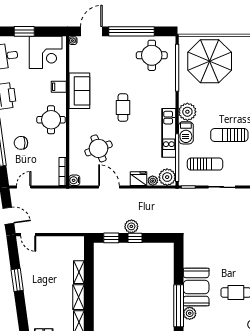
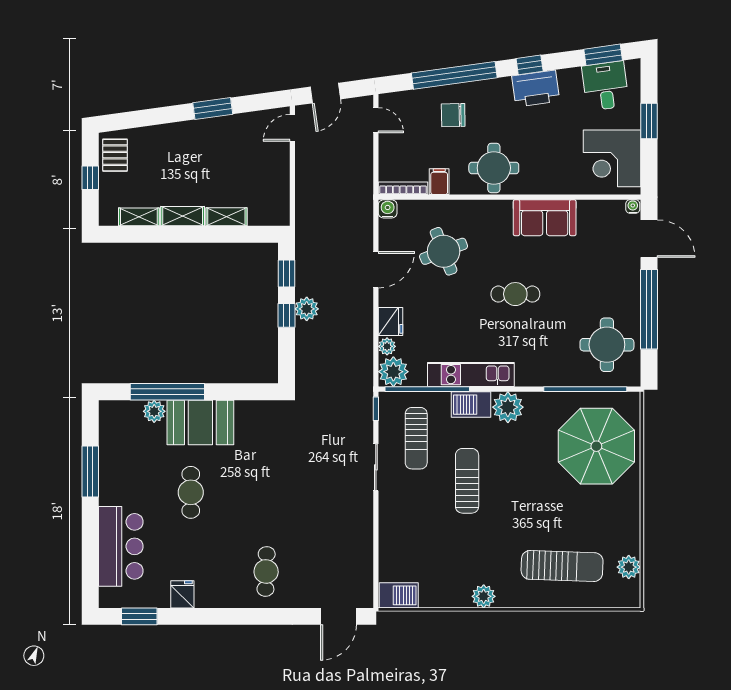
filing cabinet: (59, 87) -> (439, 182), moved
chair: (21, 143) -> (453, 115), turned -91

